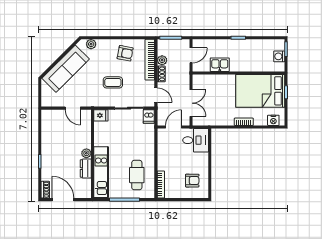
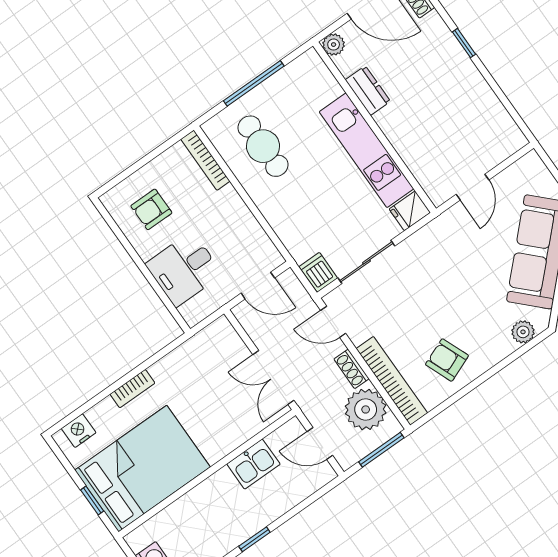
armchair: (125, 53) -> (447, 360), turned 57
door: (191, 55) -> (320, 444), hinge flipped
plant: (162, 60) -> (366, 409), width x1.87, depth x1.87
coffee table: (113, 82) -> (431, 289), removed
double door: (191, 103) -> (273, 378), moved
door: (73, 108) -> (472, 187), swing flipped
door: (174, 127) -> (258, 286), hinge flipped
desk: (196, 140) -> (184, 269), moved
plant: (86, 153) -> (334, 45), moved
kitchen unit: (101, 172) -> (366, 150), moved

